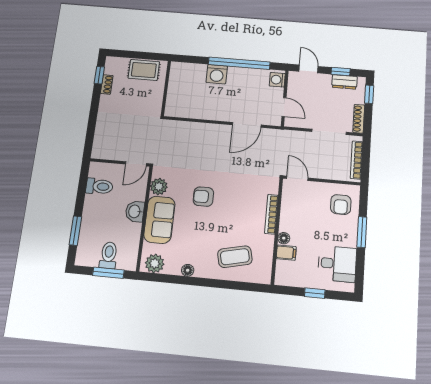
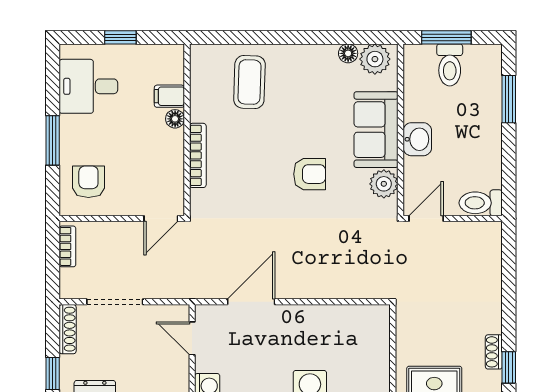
bookcase: (356, 160) -> (67, 246), width x0.64
door: (297, 178) -> (161, 218), hinge flipped
toilet: (99, 186) -> (481, 203), moved
coffee table: (235, 257) -> (249, 82), turned -75
floor lamp: (188, 270) -> (348, 53), moved

